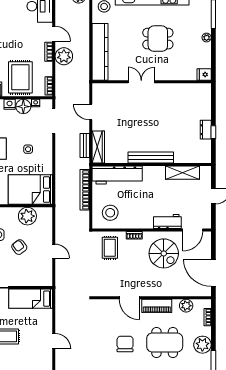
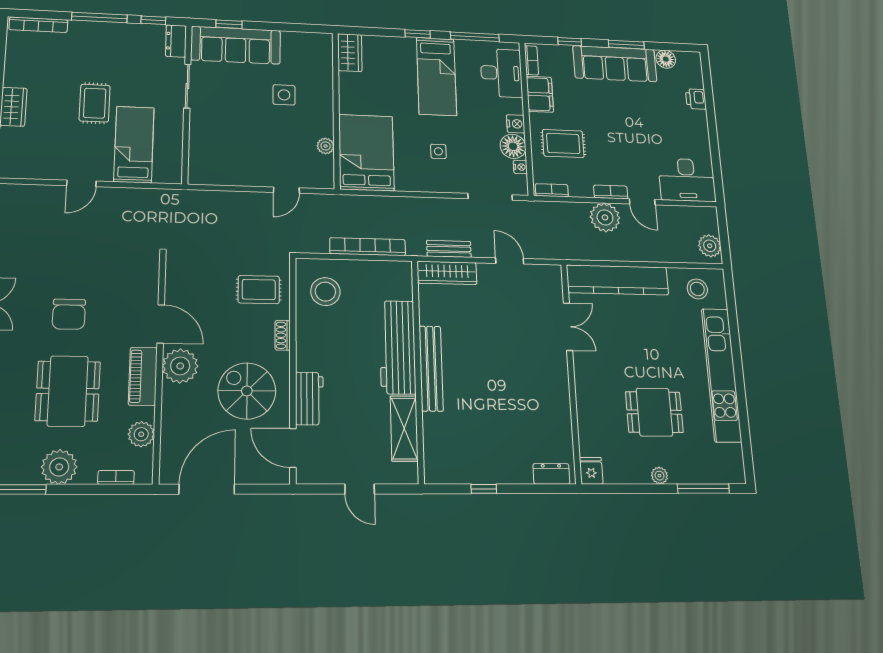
door: (54, 34) -> (642, 202), hinge flipped
dining table: (158, 39) -> (654, 412), moved, turned 90
rug: (20, 77) -> (563, 143), width x0.73, depth x0.70
double door: (141, 82) -> (568, 327), moved
door: (91, 112) -> (510, 261), hinge flipped
dresser: (206, 130) -> (551, 474), moved
workbench: (117, 175) -> (398, 347), moved
plant: (27, 216) -> (326, 146), width x0.53, depth x0.53
armchair: (19, 247) -> (261, 130), removed
door: (54, 251) -> (286, 190), moved
spiral stairs: (164, 253) -> (247, 391), turned 90
plant: (151, 287) -> (180, 366), added
door: (129, 298) -> (161, 324), swing flipped
bed: (31, 299) -> (134, 145), moved
chair: (125, 344) -> (69, 314), turned 90

